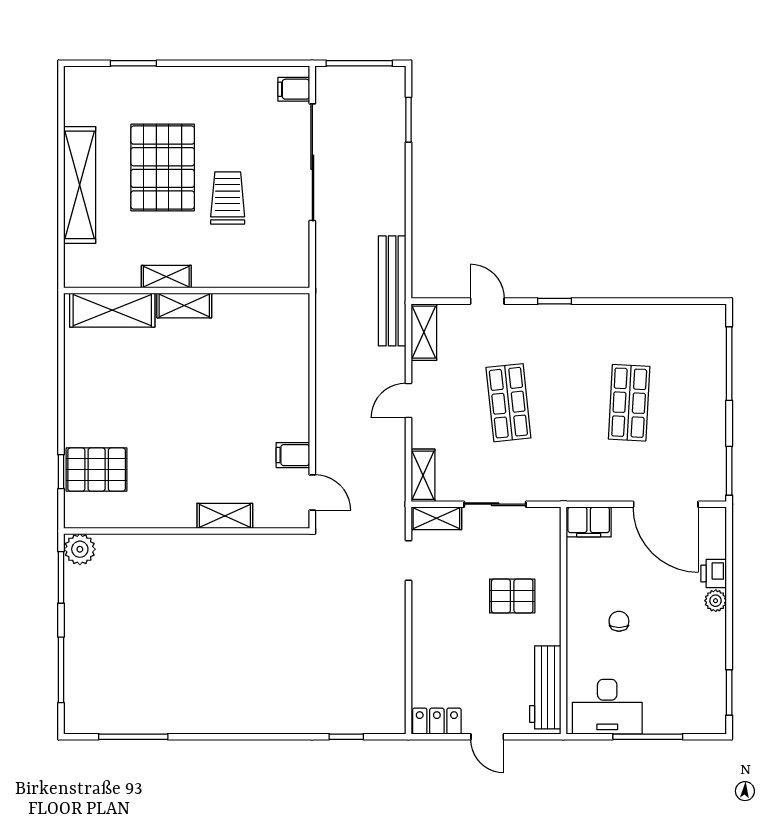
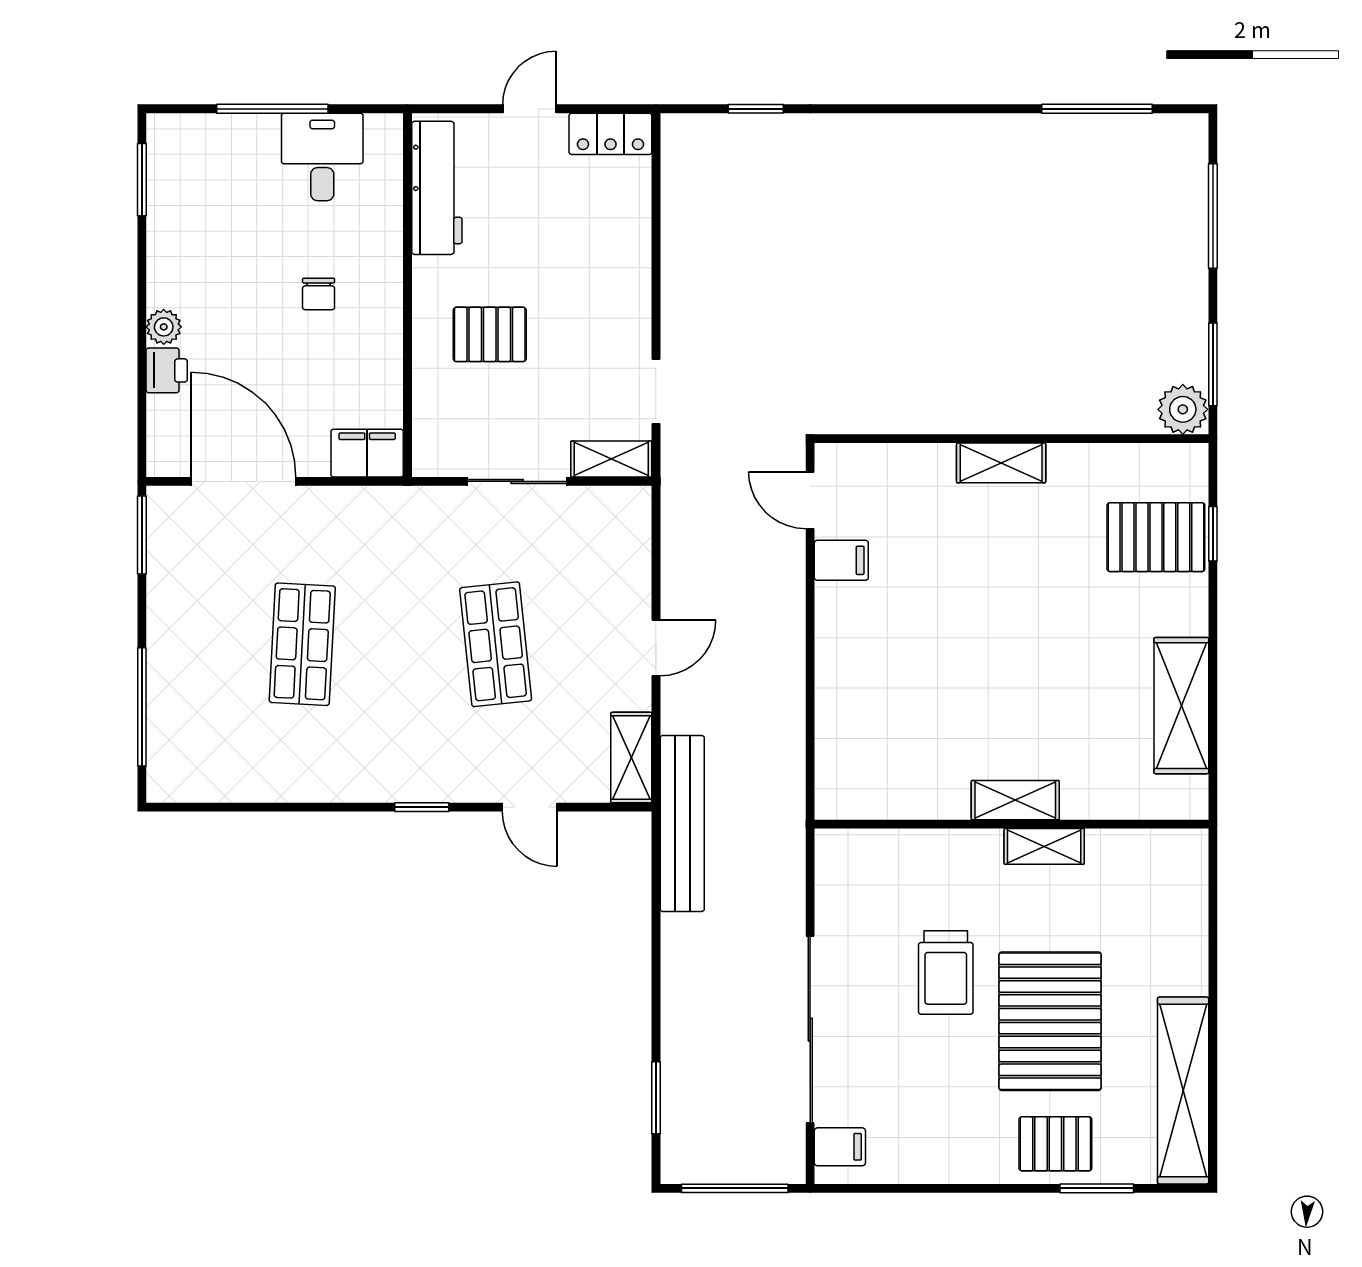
pallet: (159, 91) -> (1055, 1144), added
shelving: (80, 185) -> (1183, 1090), moved
shelving: (112, 310) -> (1181, 706), moved, turned 90
shelving: (423, 475) -> (633, 528), removed
shelving: (225, 516) -> (1001, 463), moved
desk: (607, 707) -> (322, 157), width x0.73
door: (487, 737) -> (530, 109), hinge flipped

